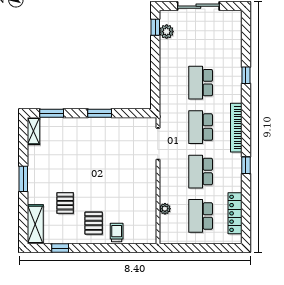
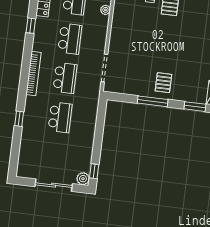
plant: (167, 32) -> (83, 179), moved
window: (100, 113) -> (153, 101), width x1.44
window: (246, 165) -> (31, 26), moved
pallet: (65, 203) -> (163, 83), moved

